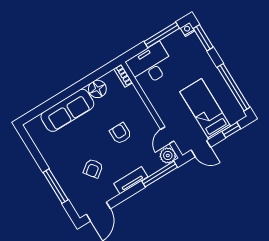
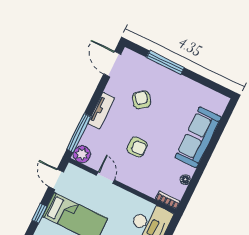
floor lamp: (97, 89) -> (185, 180), width x0.53, depth x0.53
door: (167, 135) -> (105, 178), moved
door: (201, 149) -> (56, 179), hinge flipped

